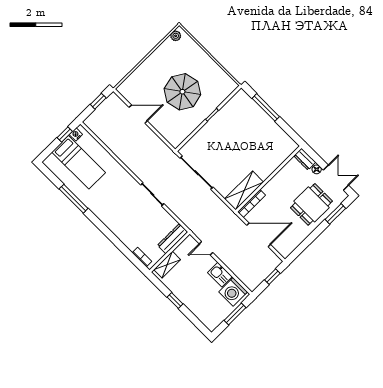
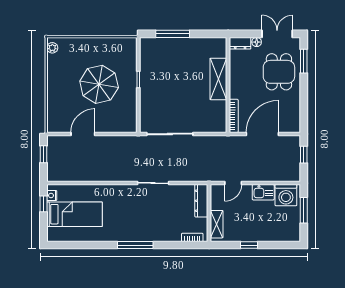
shelving: (244, 190) -> (218, 79), moved
window: (74, 199) -> (135, 245), moved

